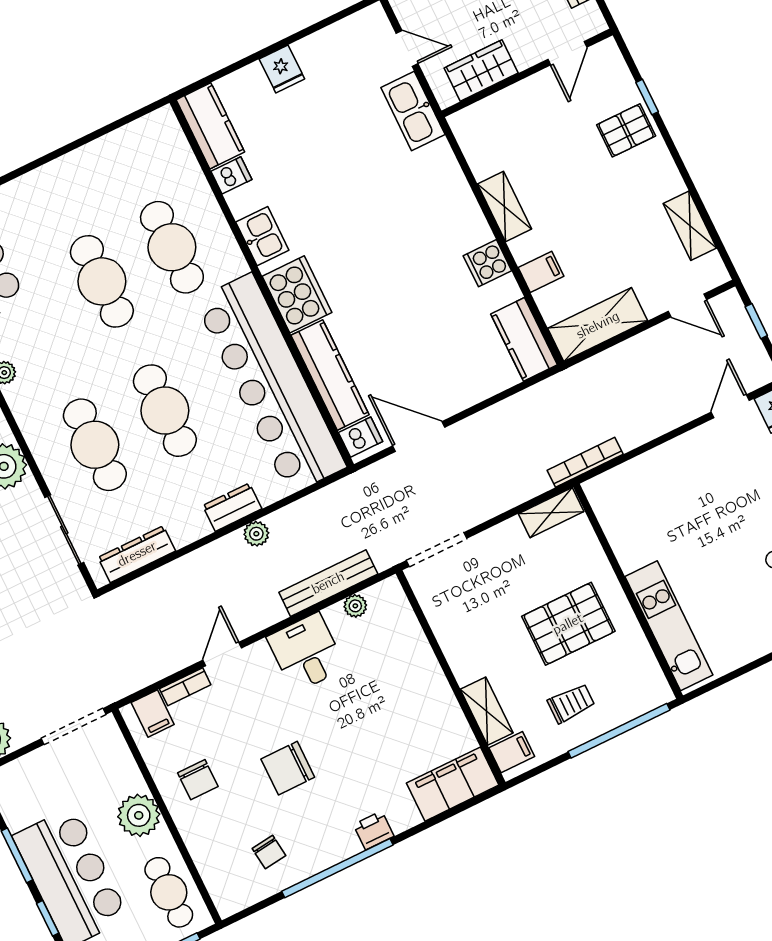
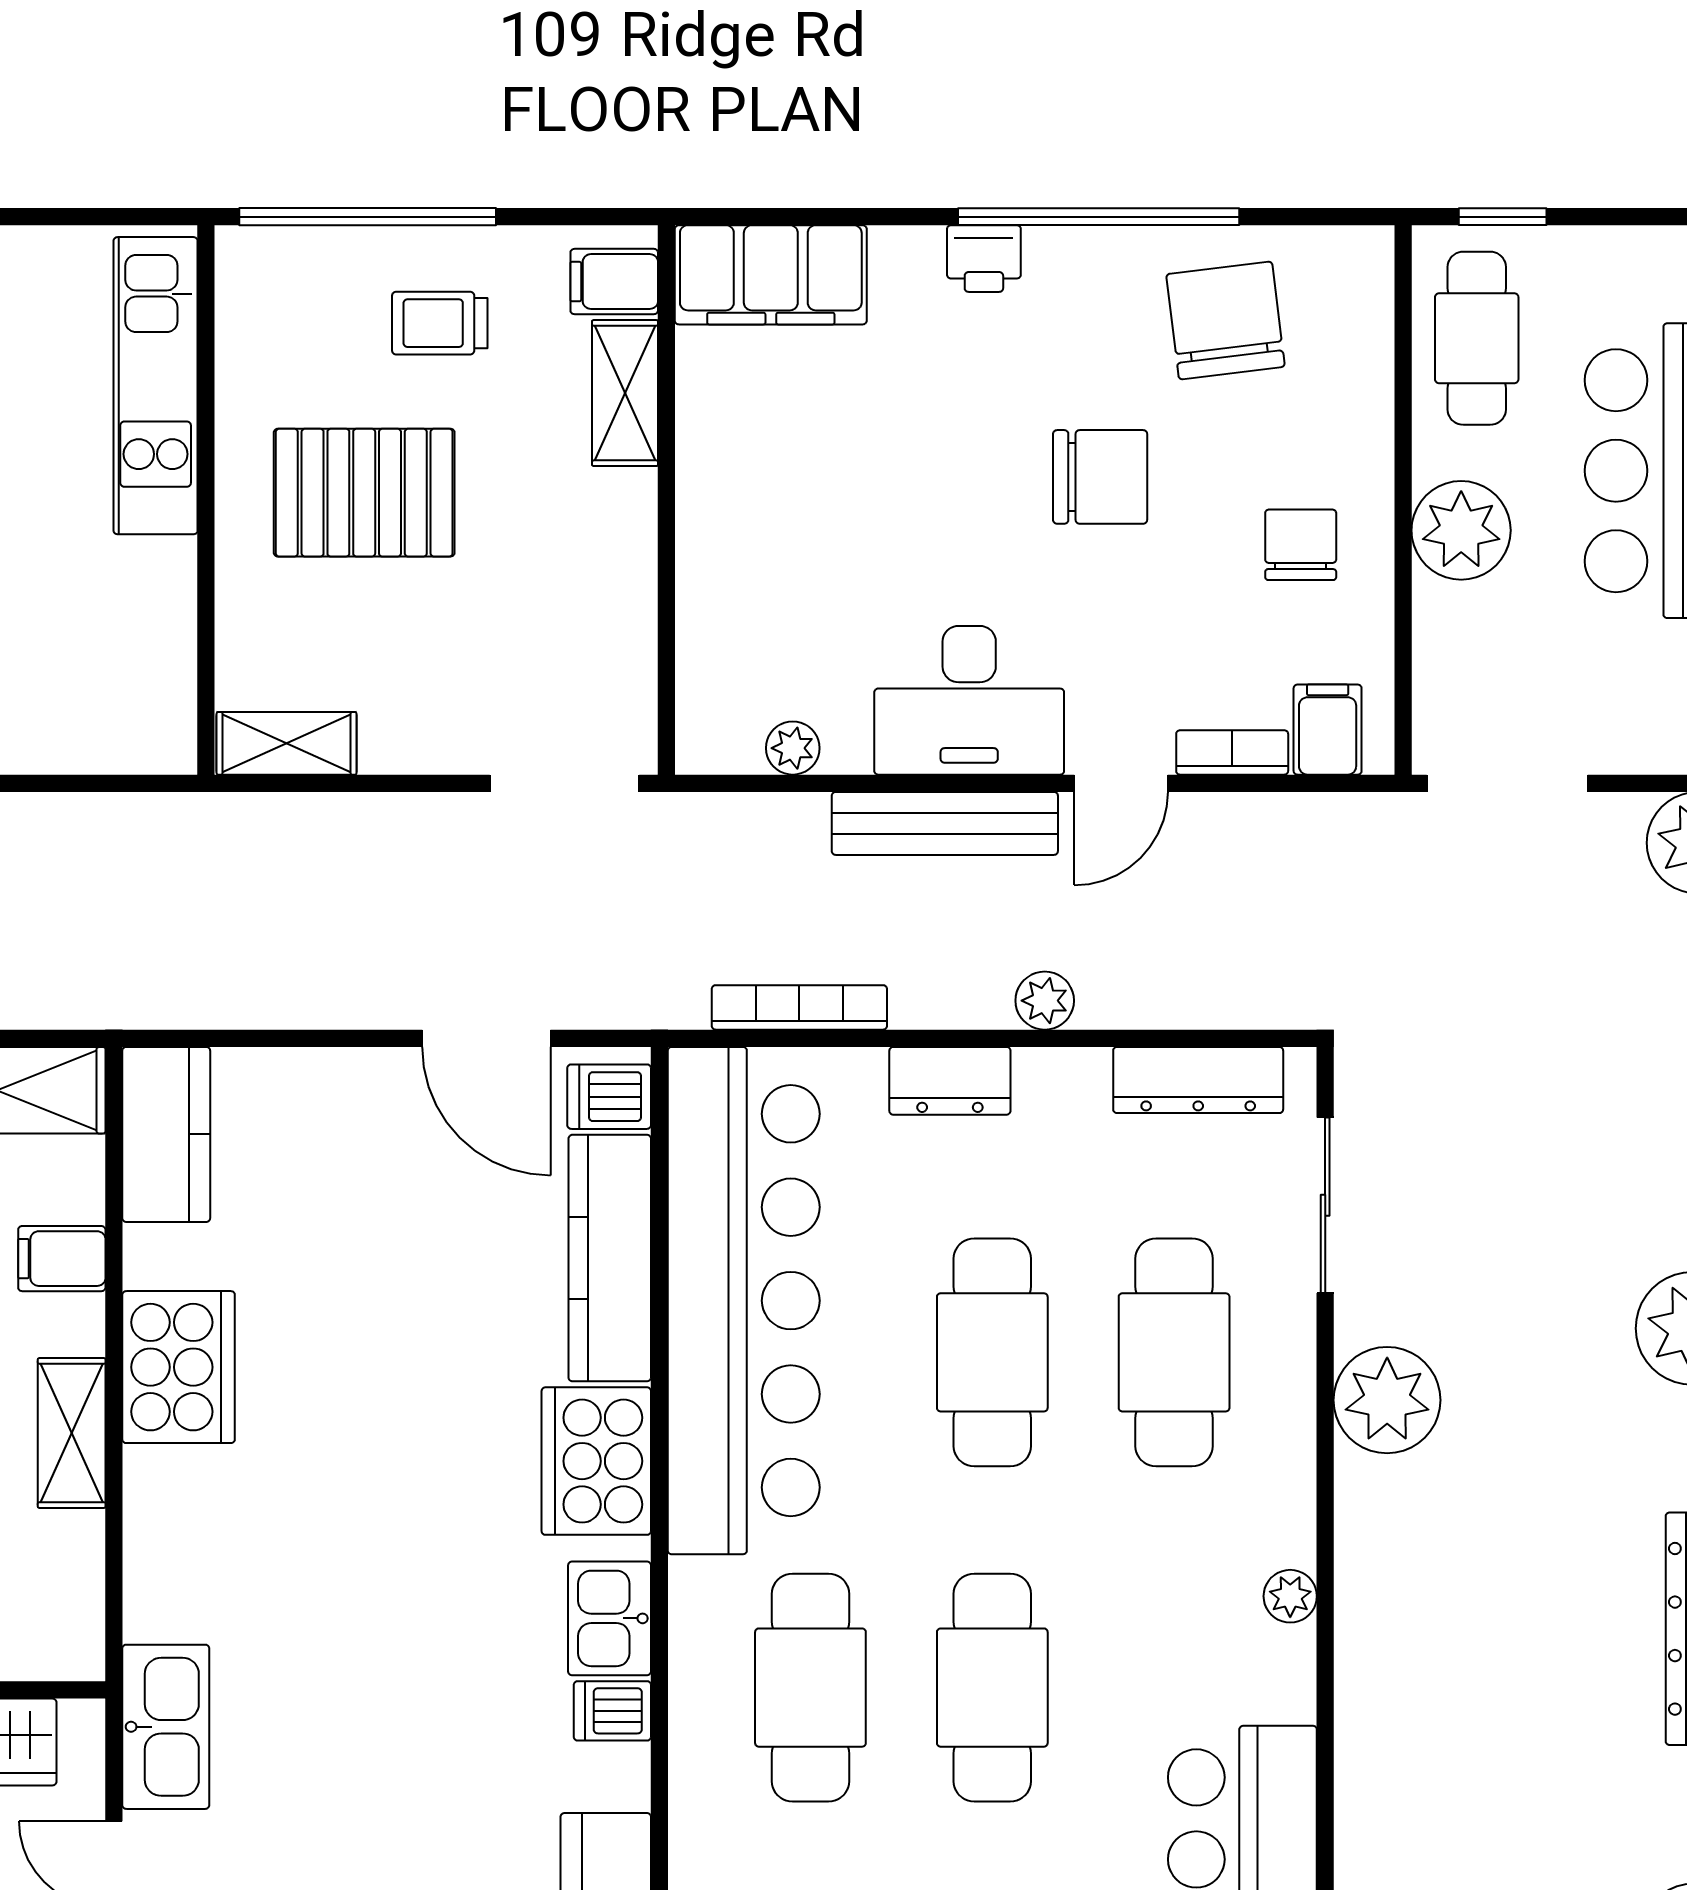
dishwasher: (231, 175) -> (612, 1711), moved
cooker: (487, 263) -> (179, 1367), width x1.87, depth x1.31
bookcase: (585, 462) -> (799, 1007), moved, turned 180
plant: (256, 534) -> (1045, 1001), moved
bench: (328, 583) -> (945, 823), moved
desk: (306, 653) -> (969, 700), width x1.37
chair: (269, 852) -> (1225, 320), width x1.87, depth x1.87

